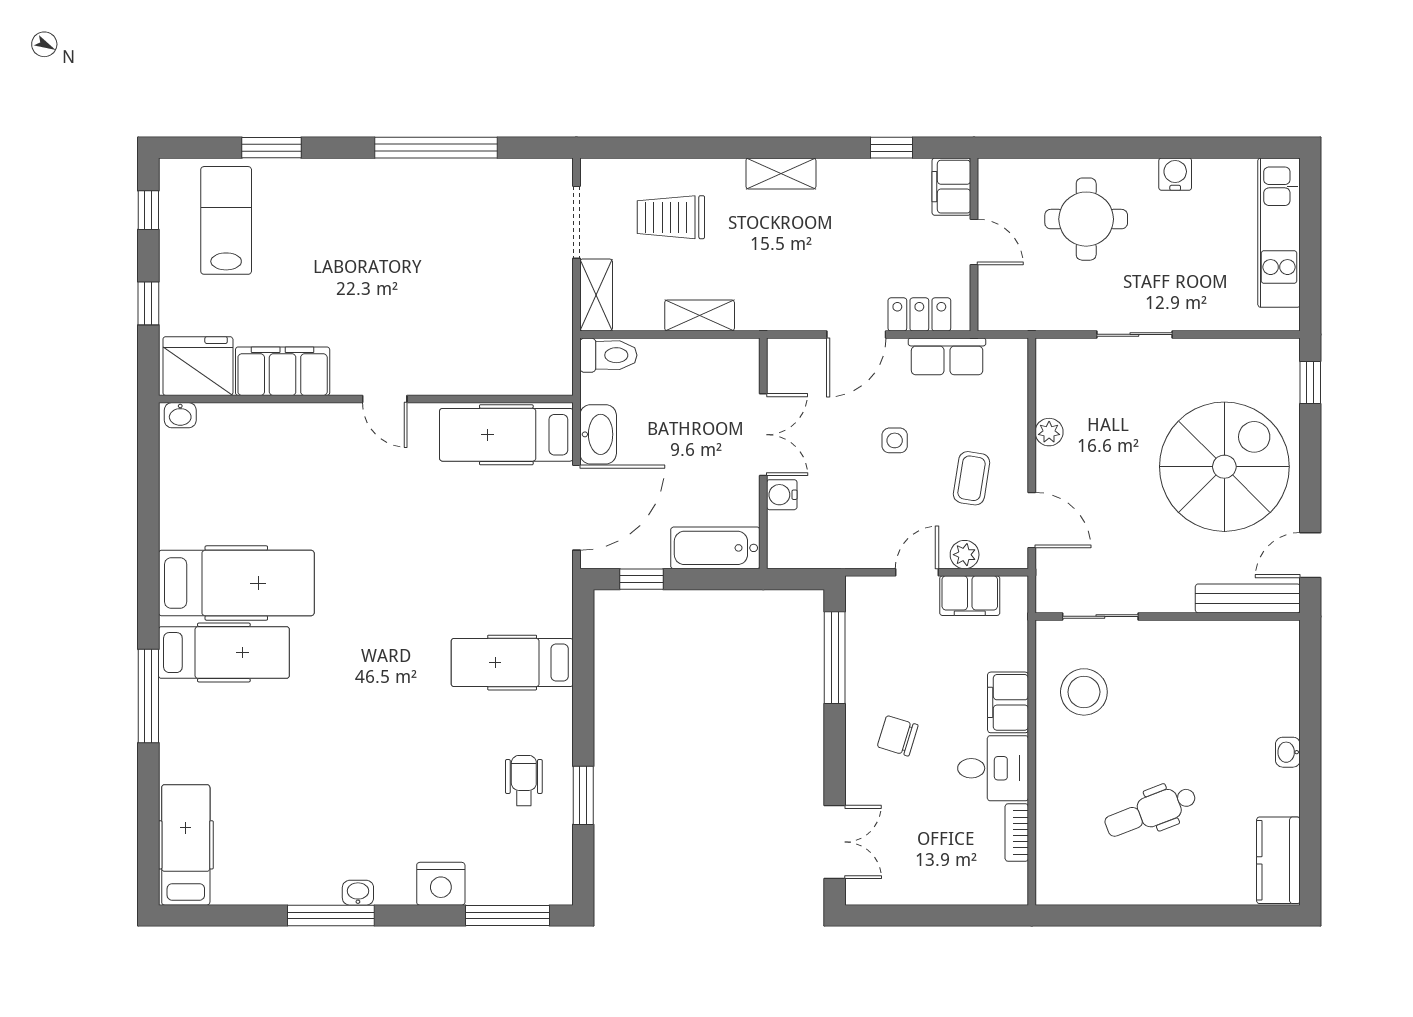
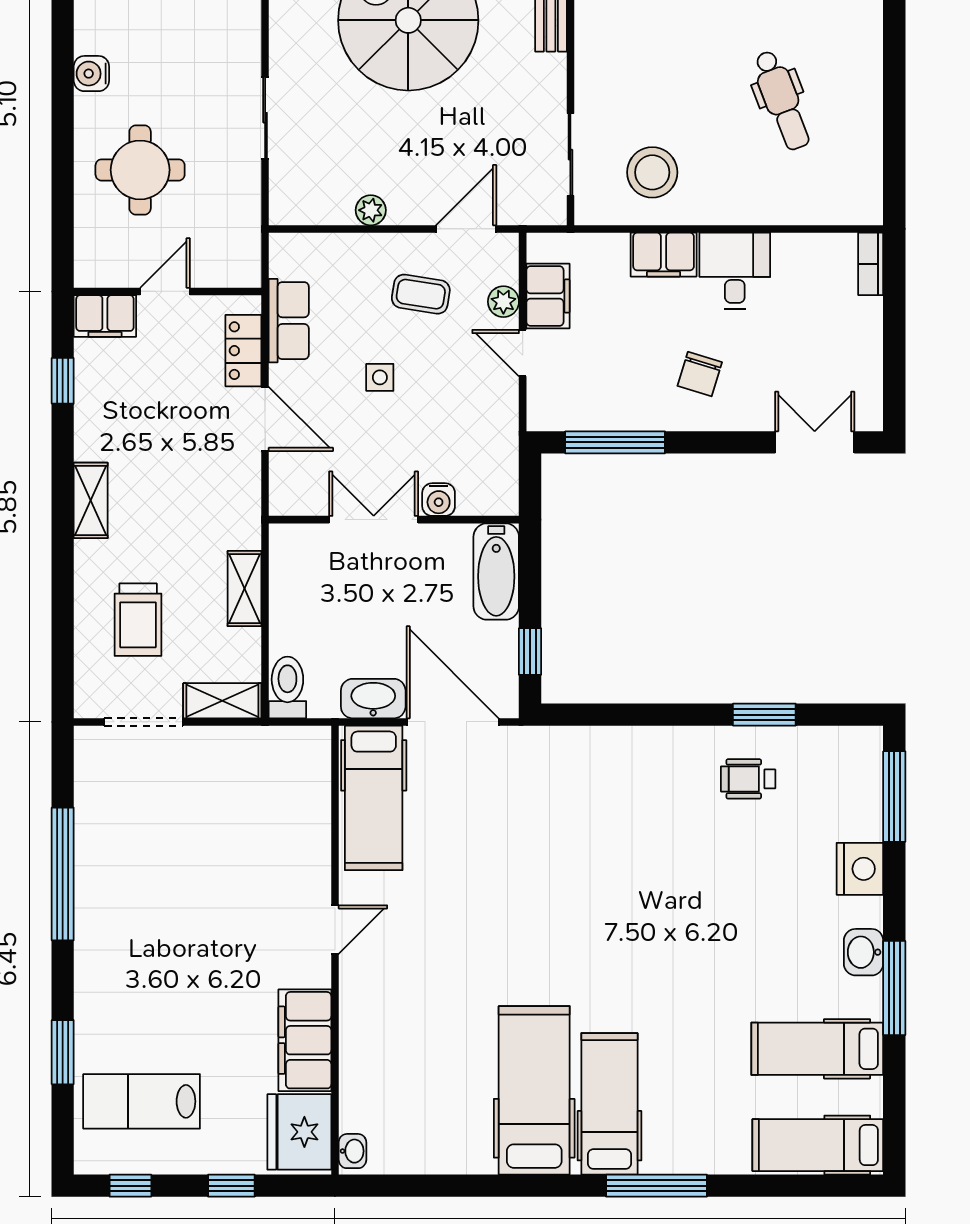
hospital bed: (512, 663) -> (817, 1049), moved, turned 90
bookcase: (1017, 832) -> (871, 264), moved, turned 90
washbasin: (358, 893) -> (864, 952), width x1.38, depth x1.45

